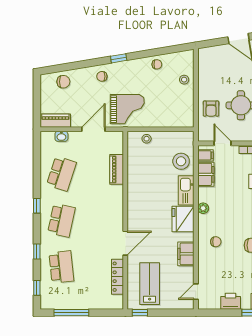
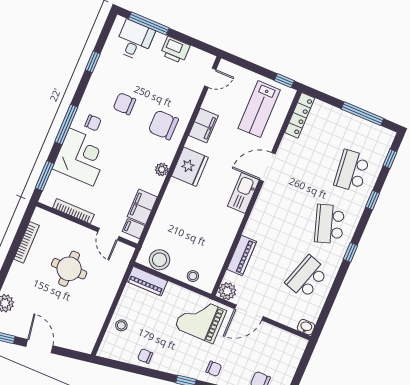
armchair: (211, 109) -> (105, 279), removed
piano: (55, 121) -> (147, 281), moved
washbasin: (61, 136) -> (306, 327), moved
plant: (116, 138) -> (227, 291), added
stool: (181, 161) -> (160, 260), moved
kitchen sink: (186, 190) -> (243, 193), moved, turned 180
school desk: (61, 220) -> (329, 224), turned -30
chair: (216, 242) -> (163, 125), width x1.87, depth x1.87
locker: (118, 277) -> (300, 115), moved

